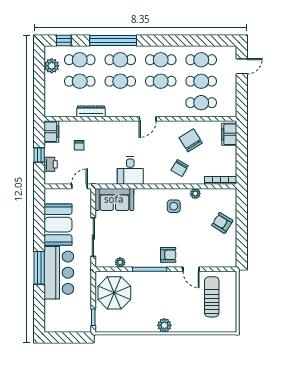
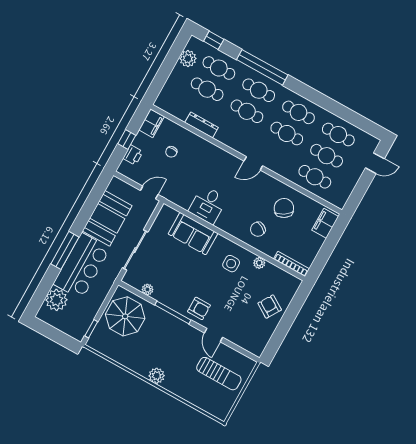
sofa: (114, 199) -> (193, 234), moved
sun lounger: (212, 297) -> (219, 374), turned 90
plant: (54, 310) -> (56, 300), added

